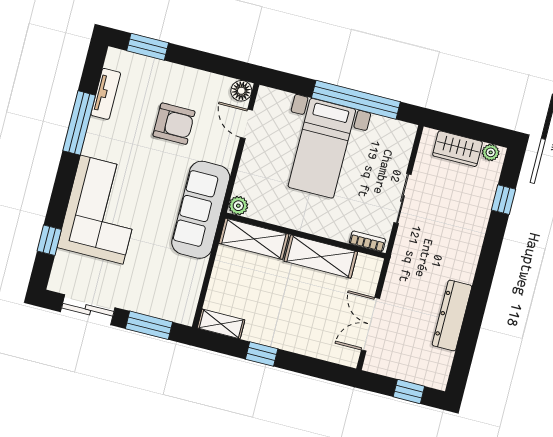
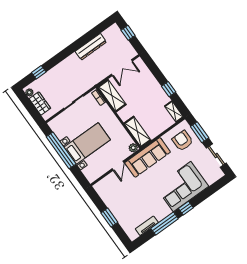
window: (148, 47) -> (109, 218), moved
floor lamp: (241, 91) -> (98, 187), removed
armchair: (174, 124) -> (182, 141), moved
door: (246, 124) -> (118, 166), moved
window: (49, 240) -> (186, 208), moved
shelving: (321, 257) -> (112, 96), moved

